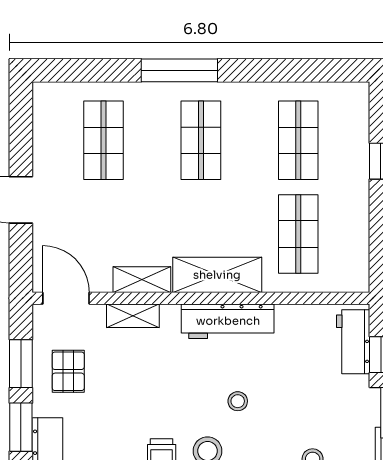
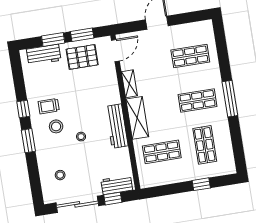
window: (179, 70) -> (230, 99), moved
shop shelf: (298, 140) -> (205, 145), turned 90
shelving: (133, 316) -> (112, 82), removed
pallet: (68, 371) -> (82, 57), width x1.50, depth x1.42

